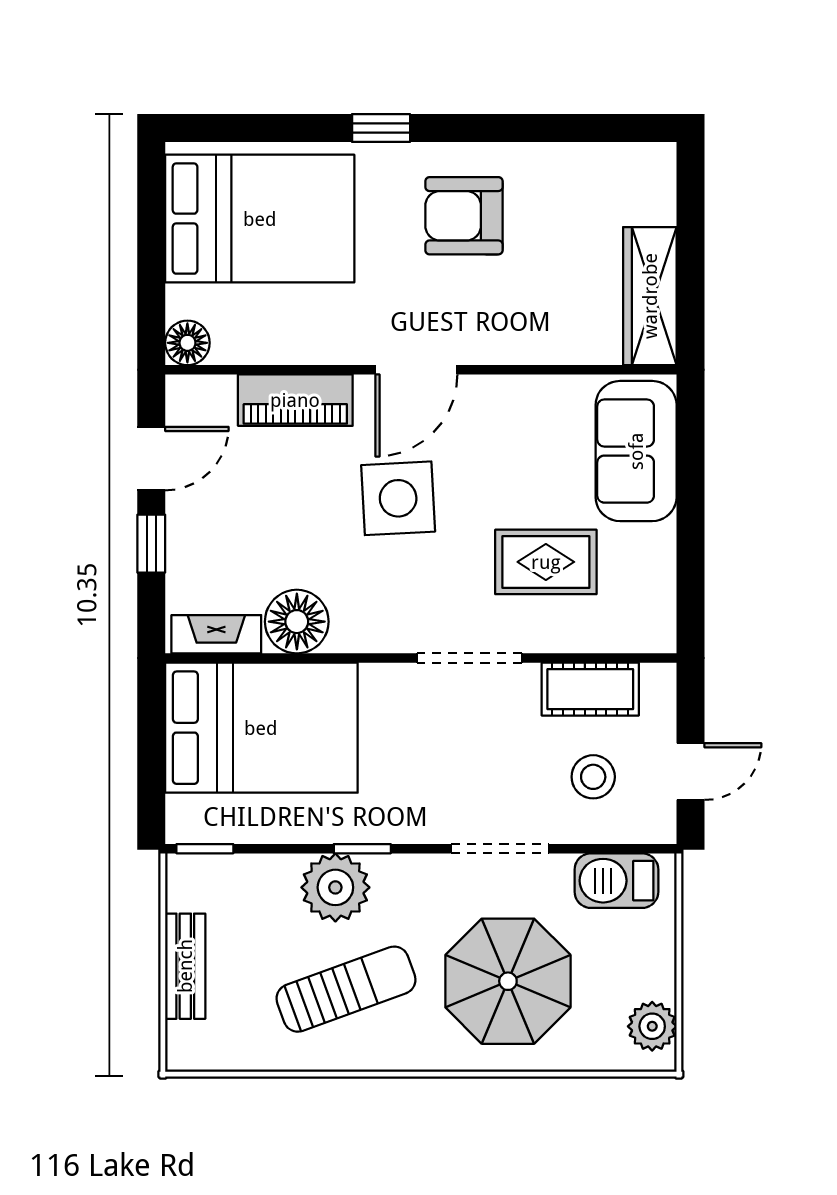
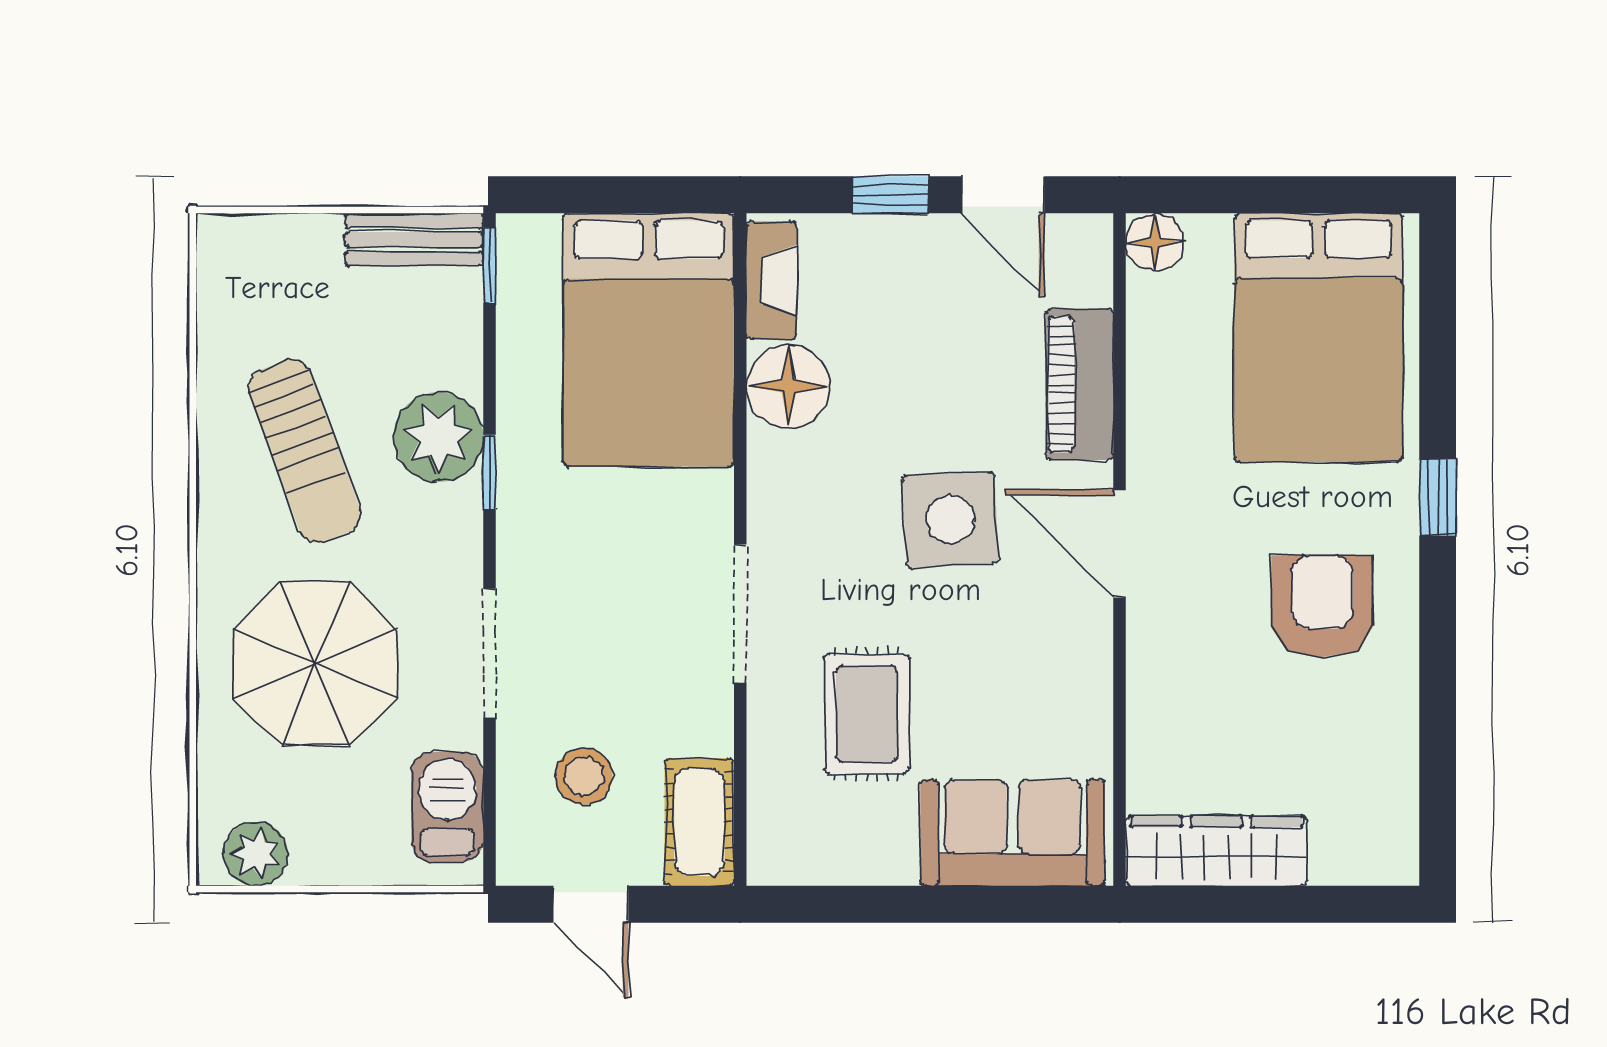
cot: (590, 689) -> (699, 822), moved
bench: (185, 966) -> (414, 240), moved

